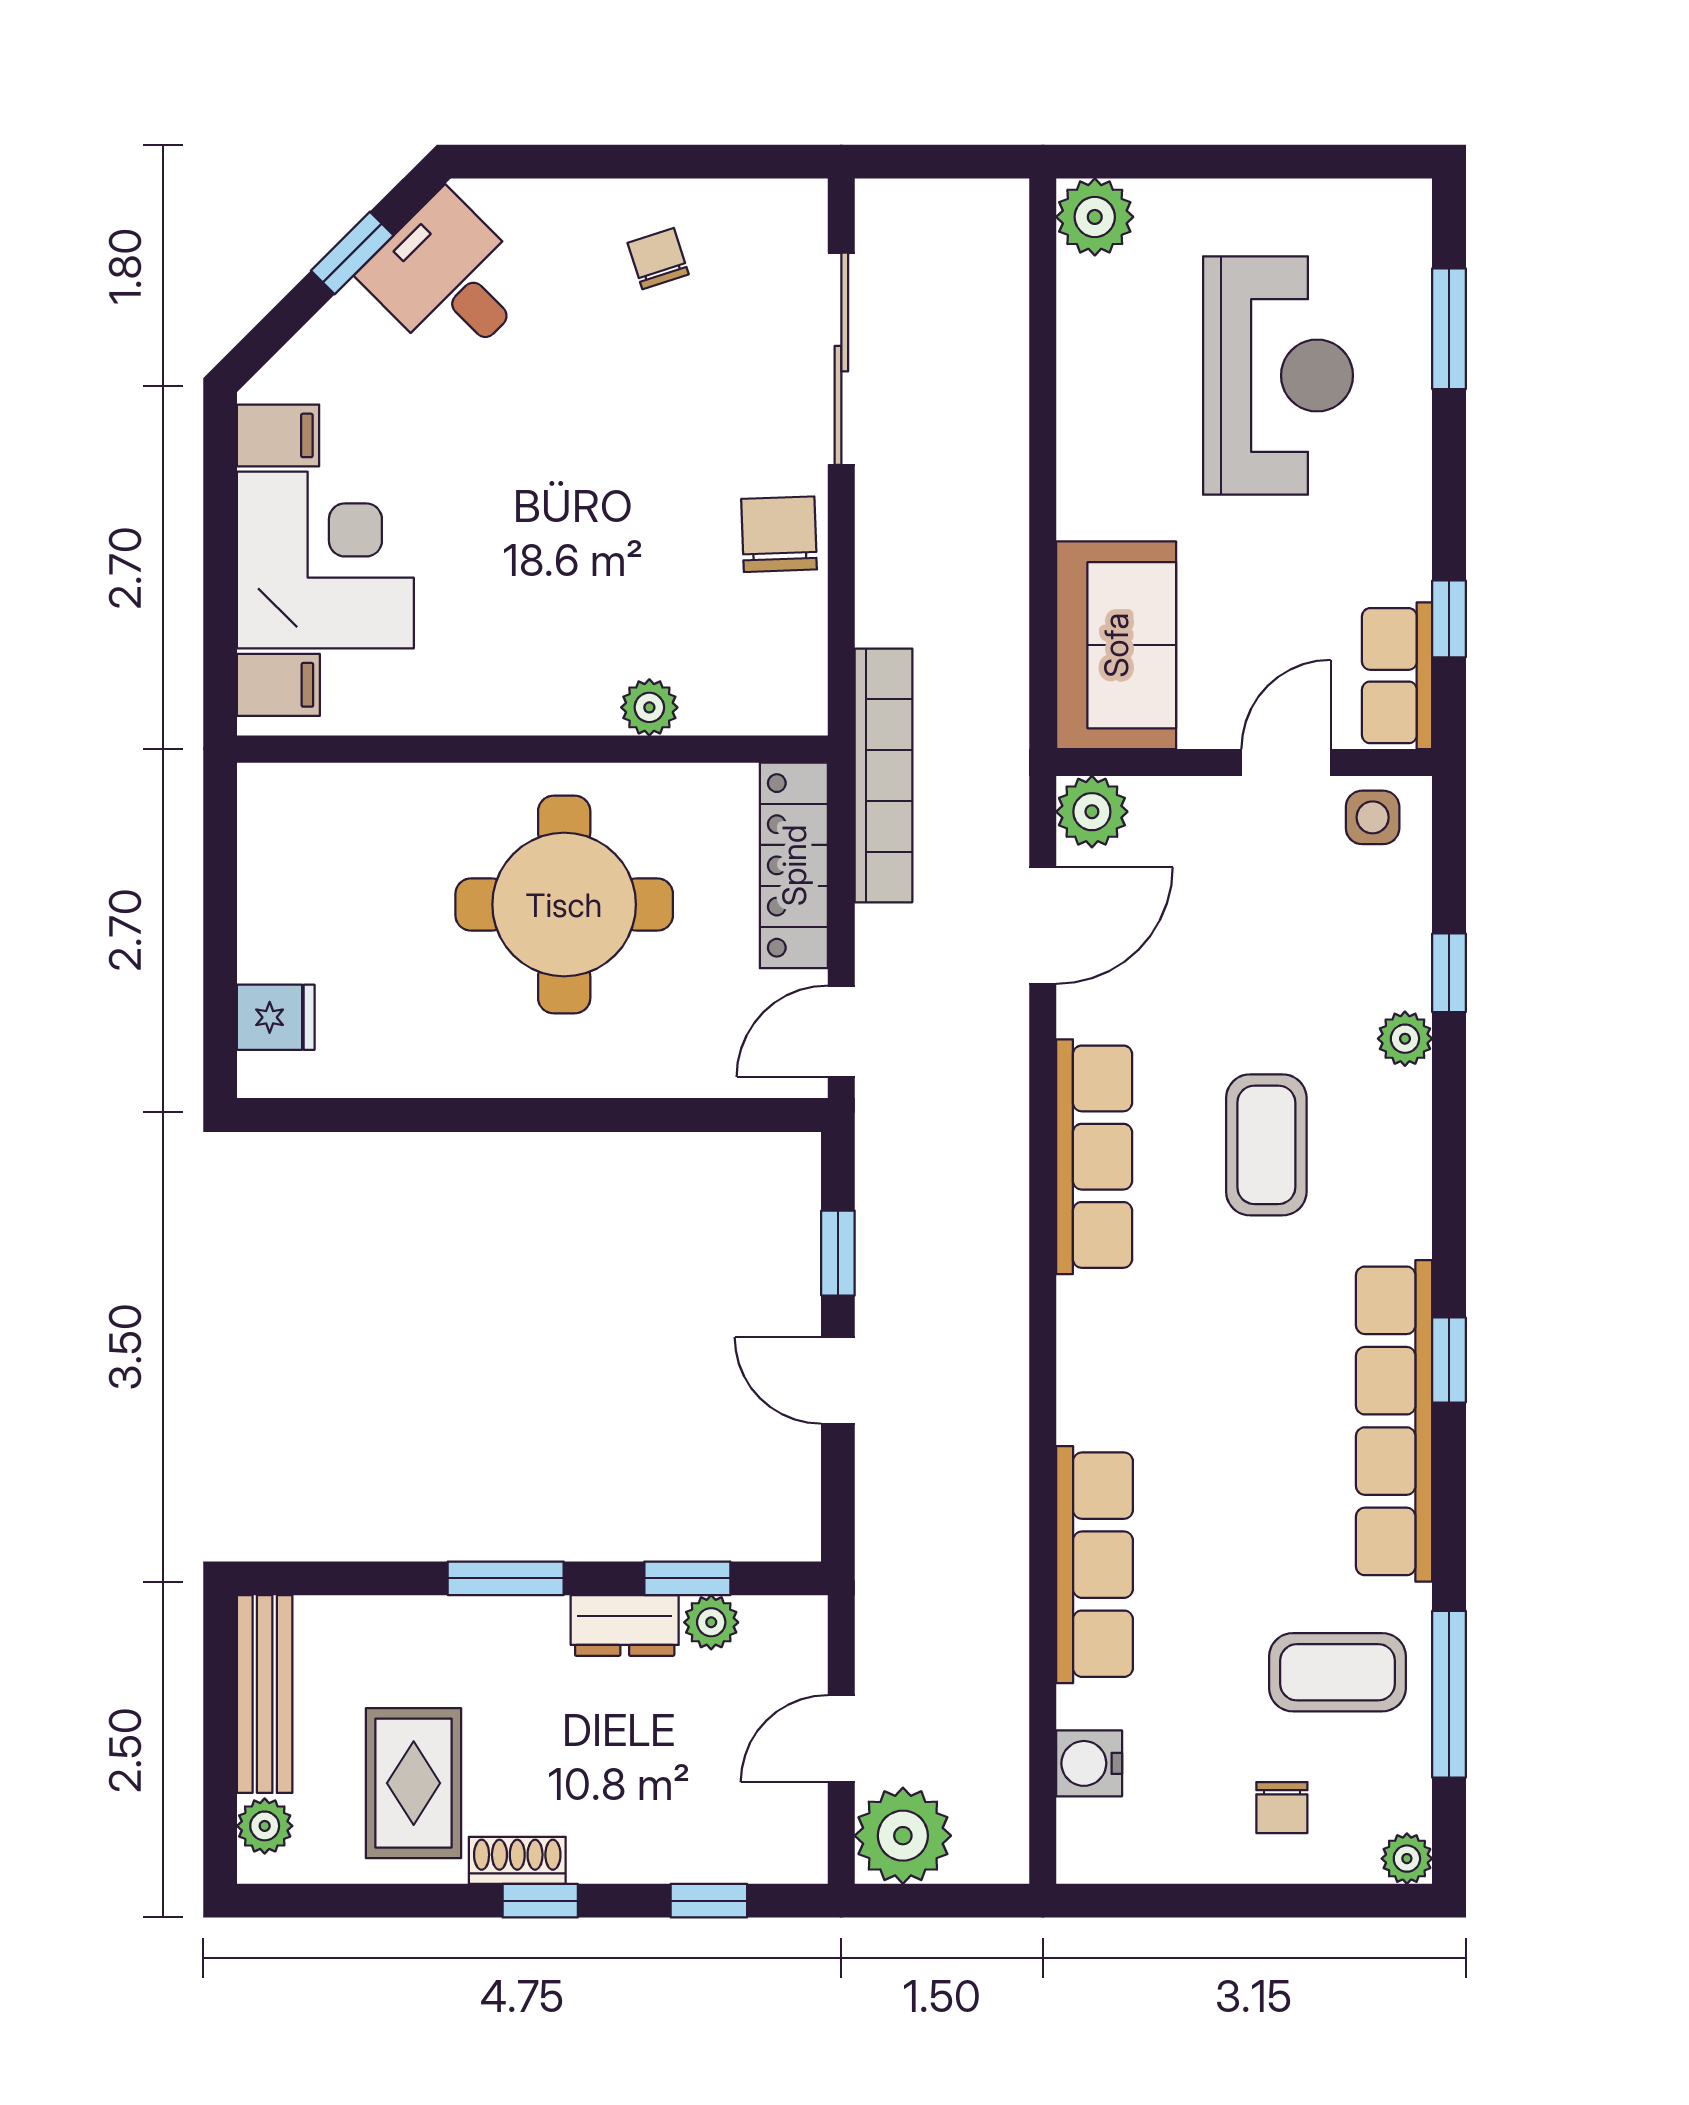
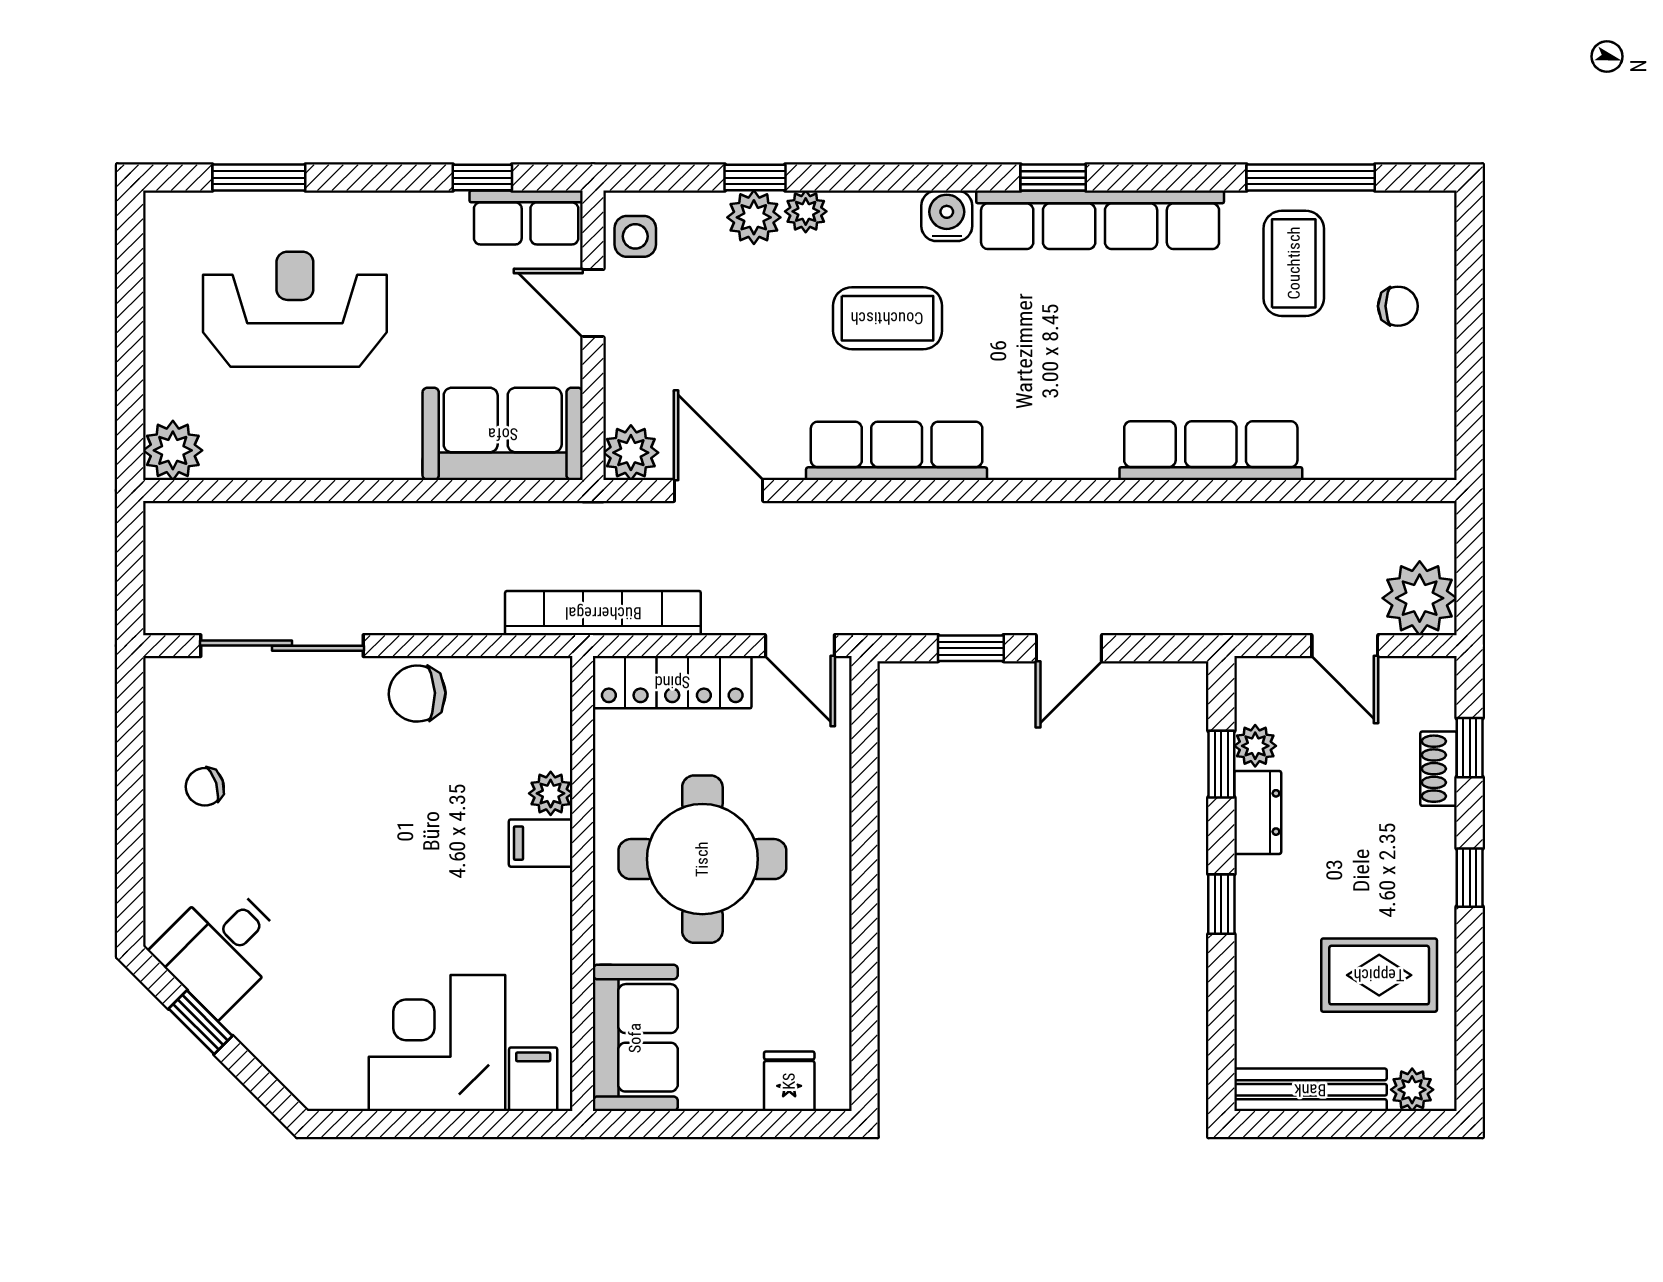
filing cabinet: (278, 435) -> (541, 843), moved, turned -90
sofa: (332, 817) -> (635, 1038), added
window: (506, 1578) -> (1221, 904), width x0.67
water cooler: (1089, 1763) -> (947, 216), moved, turned 180
plant: (1407, 1859) -> (754, 217), moved, width x1.38, depth x1.38
shoe rack: (517, 1860) -> (1439, 769), moved

